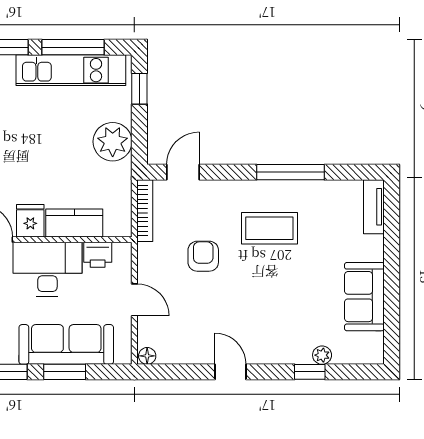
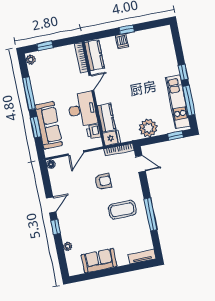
fridge: (30, 221) -> (112, 138), moved
coffee table: (269, 228) -> (122, 210), turned 90
window: (310, 372) -> (56, 227), moved

